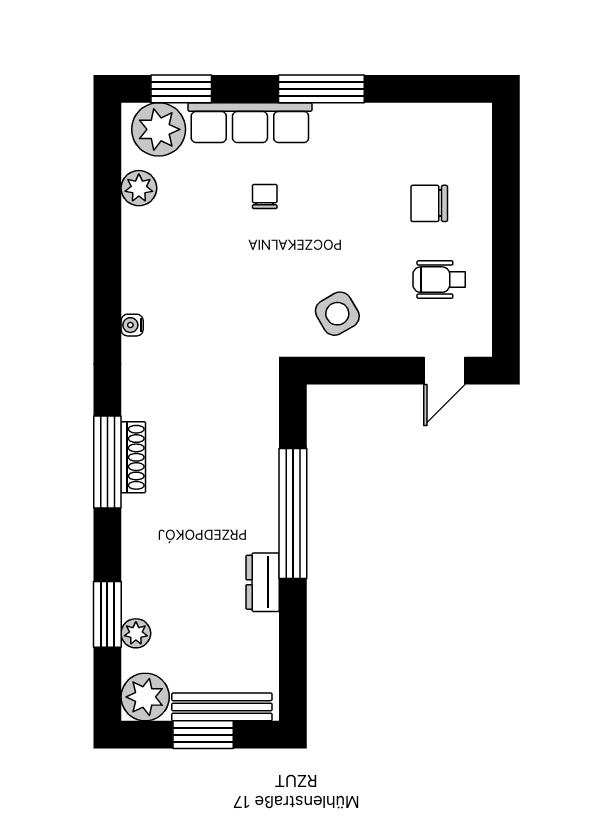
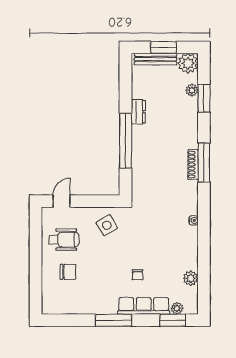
plant: (159, 129) -> (177, 308), width x0.53, depth x0.53
wheelchair: (439, 280) -> (64, 240), width x1.36, depth x1.37

